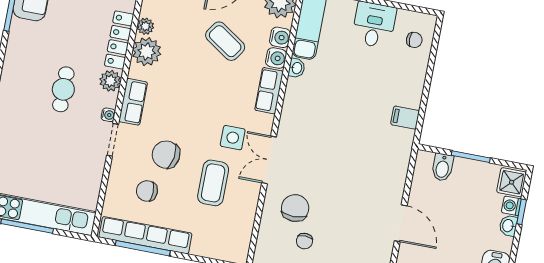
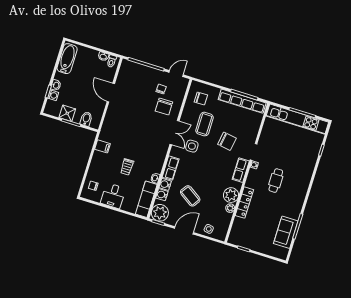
plant: (110, 81) -> (251, 182), removed
trolley: (353, 84) -> (127, 167), added
shower: (512, 182) -> (67, 113), moved
chair: (147, 191) -> (201, 99), moved

